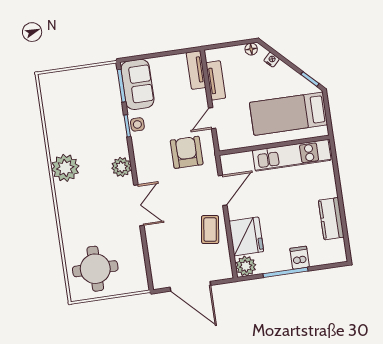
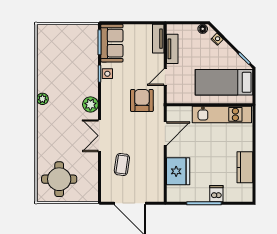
plant: (65, 168) -> (42, 99), width x0.53, depth x0.53
double door: (139, 205) -> (100, 136), swing flipped
coffee table: (210, 230) -> (122, 164), moved
plant: (246, 266) -> (174, 194), removed

